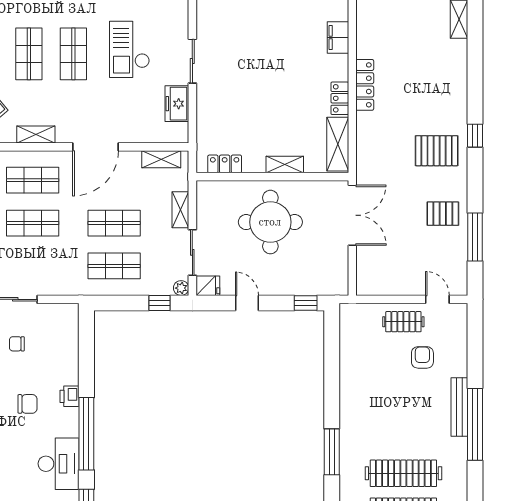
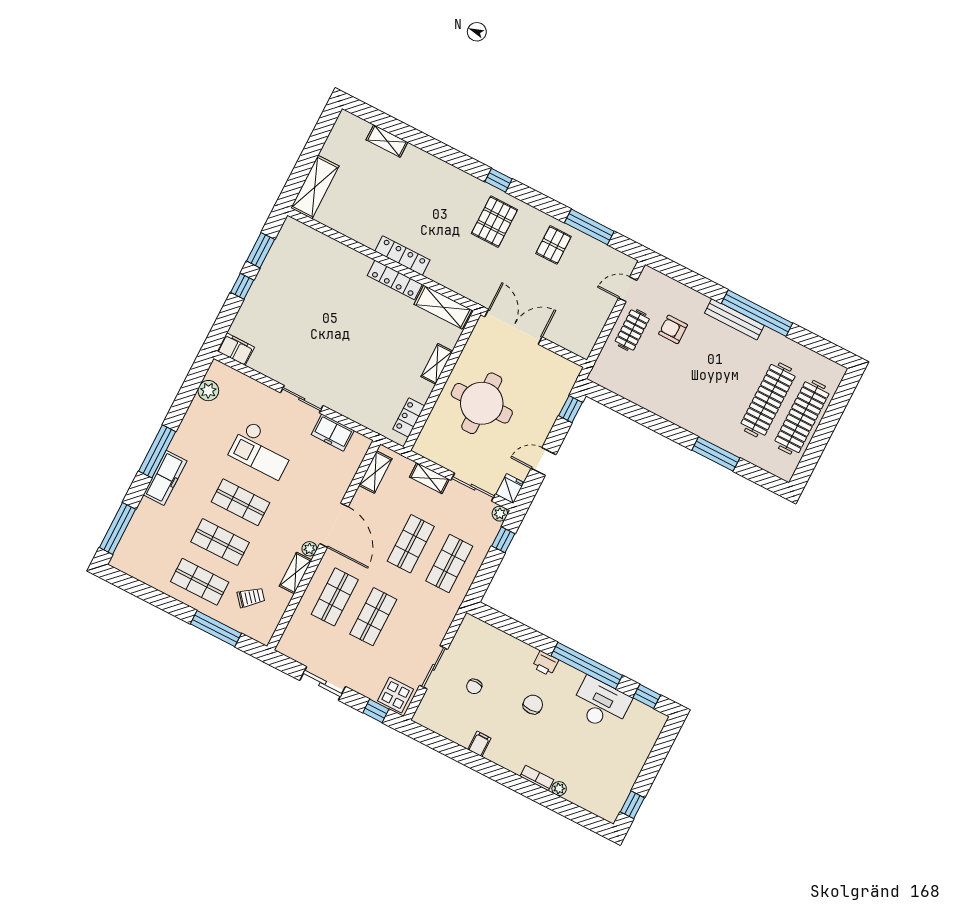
filing cabinet: (338, 38) -> (348, 258), removed
locker: (340, 98) -> (395, 280), width x1.53
plant: (64, 136) -> (309, 549), added

